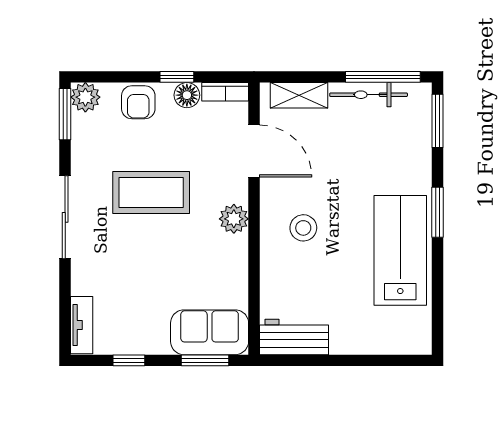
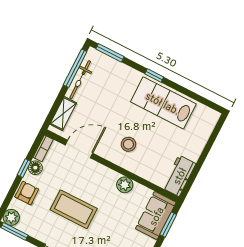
armchair: (138, 102) -> (27, 193), turned -90
coffee table: (151, 193) -> (74, 209), turned 90
window: (437, 212) -> (154, 75), width x0.67
plant: (234, 219) -> (125, 185), moved

